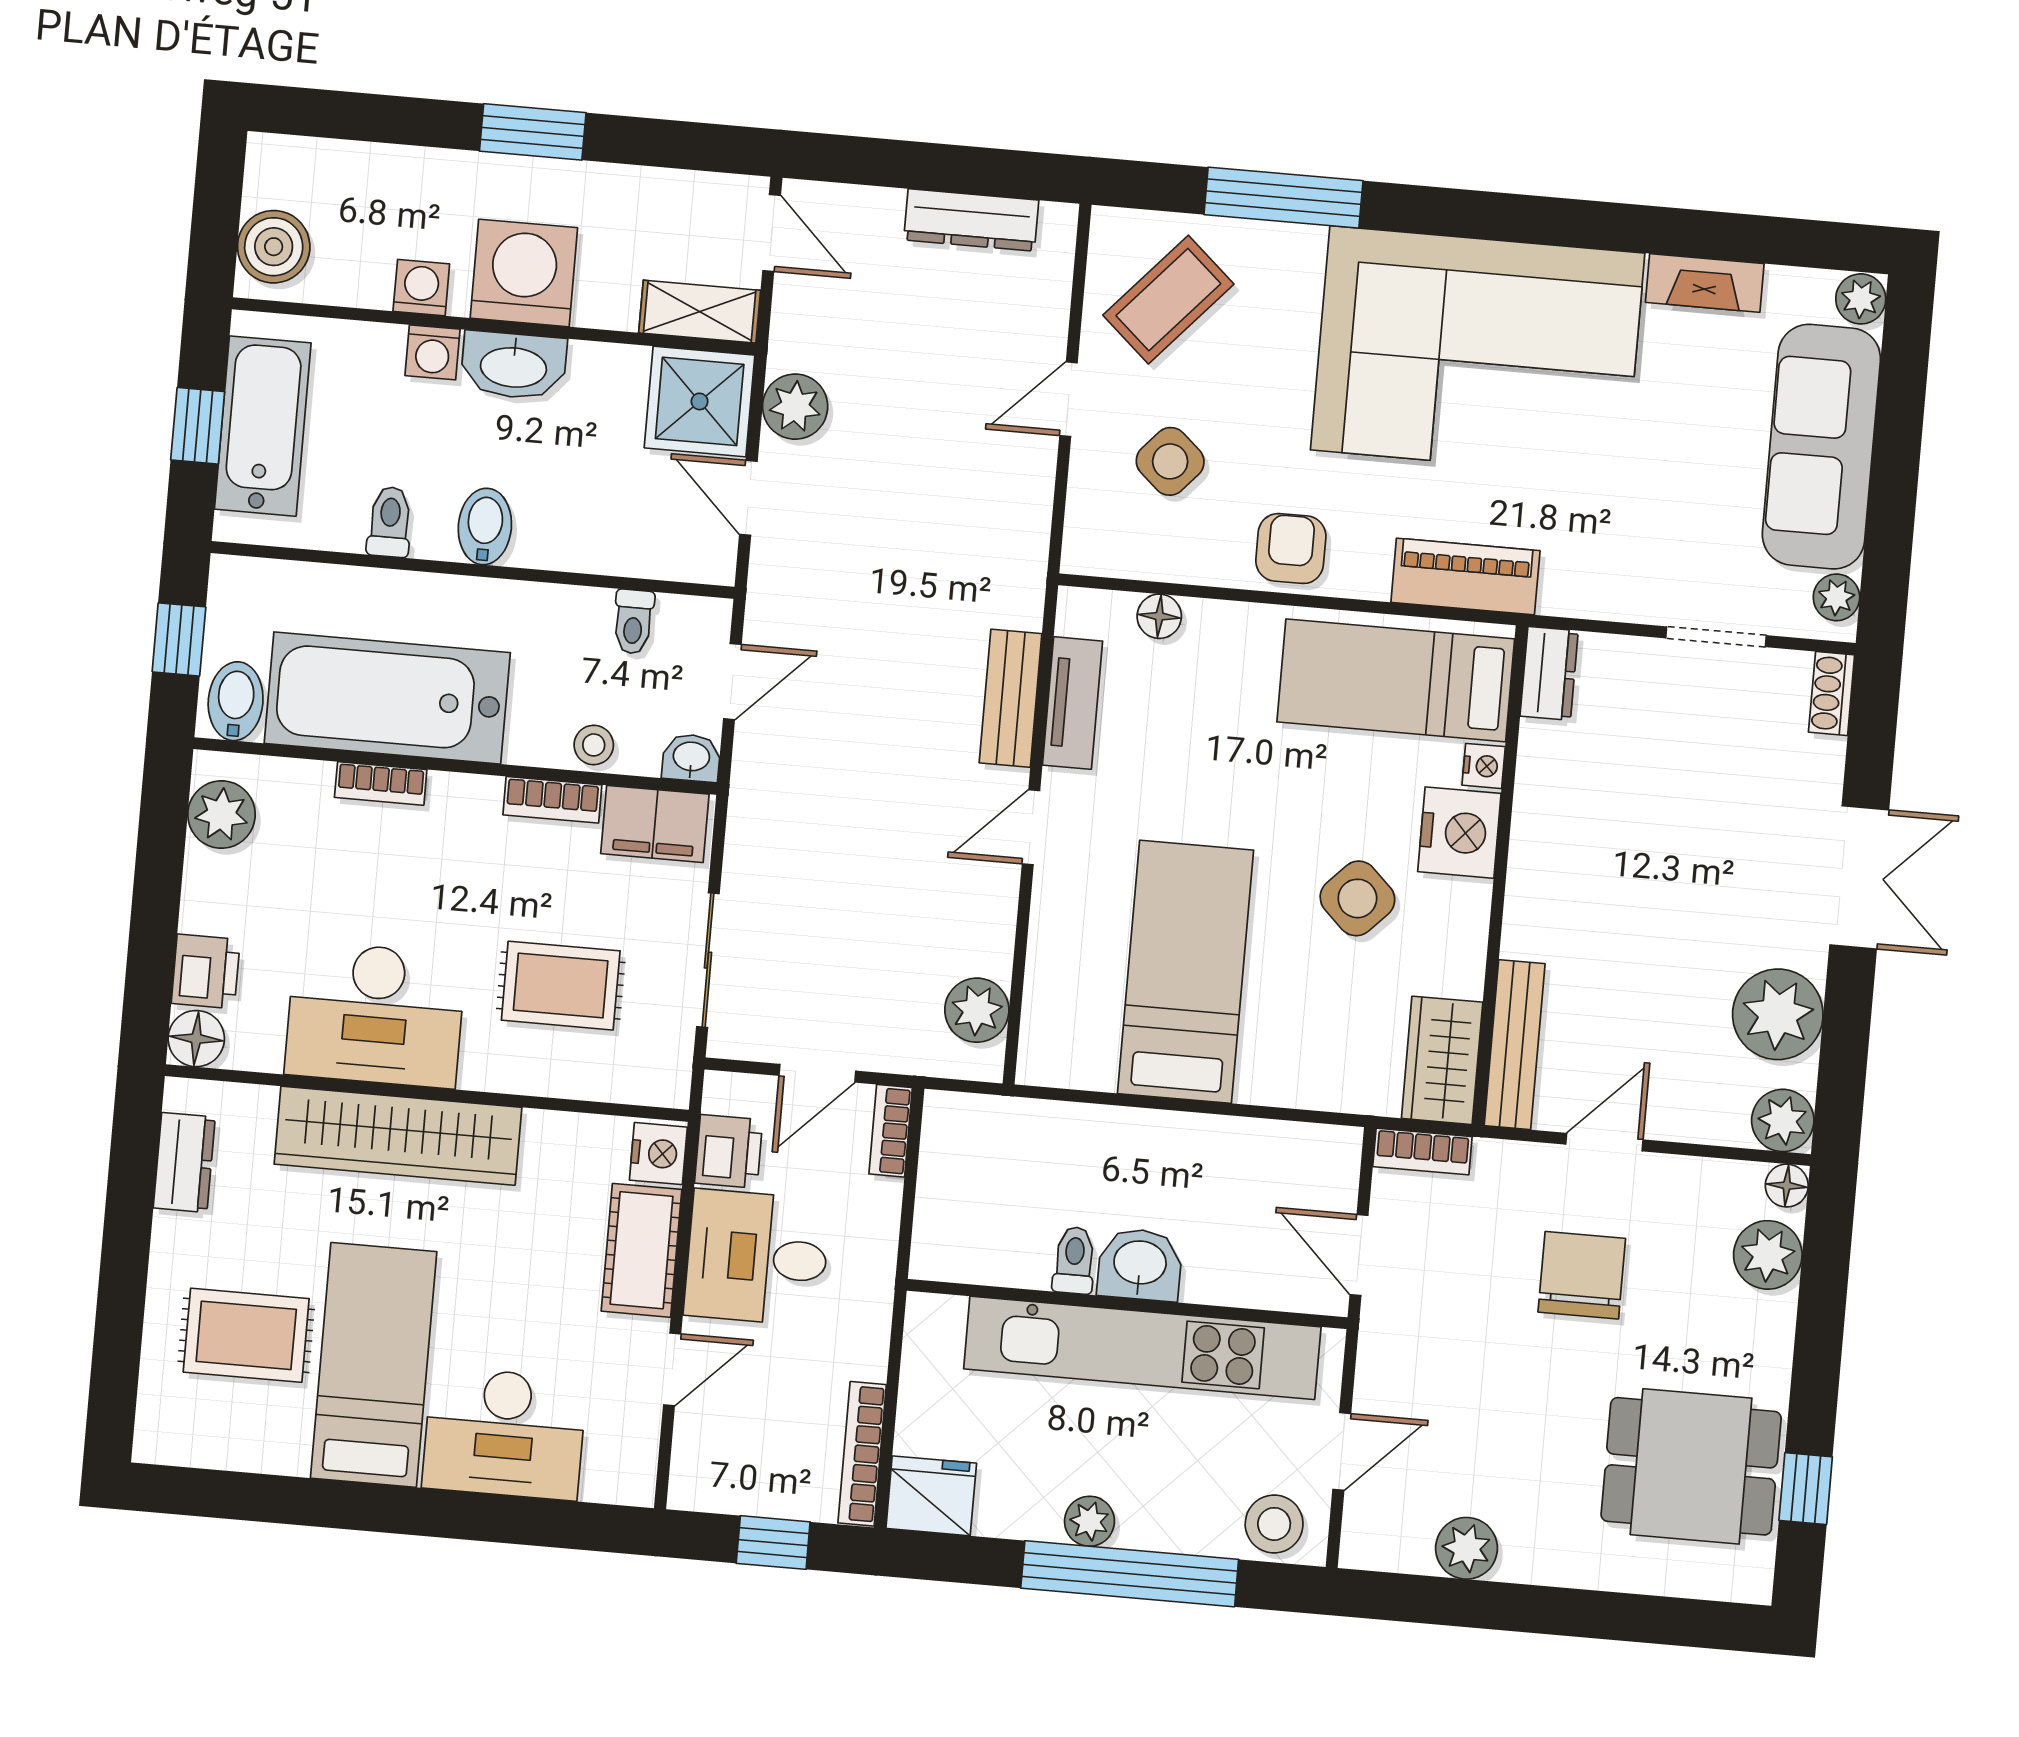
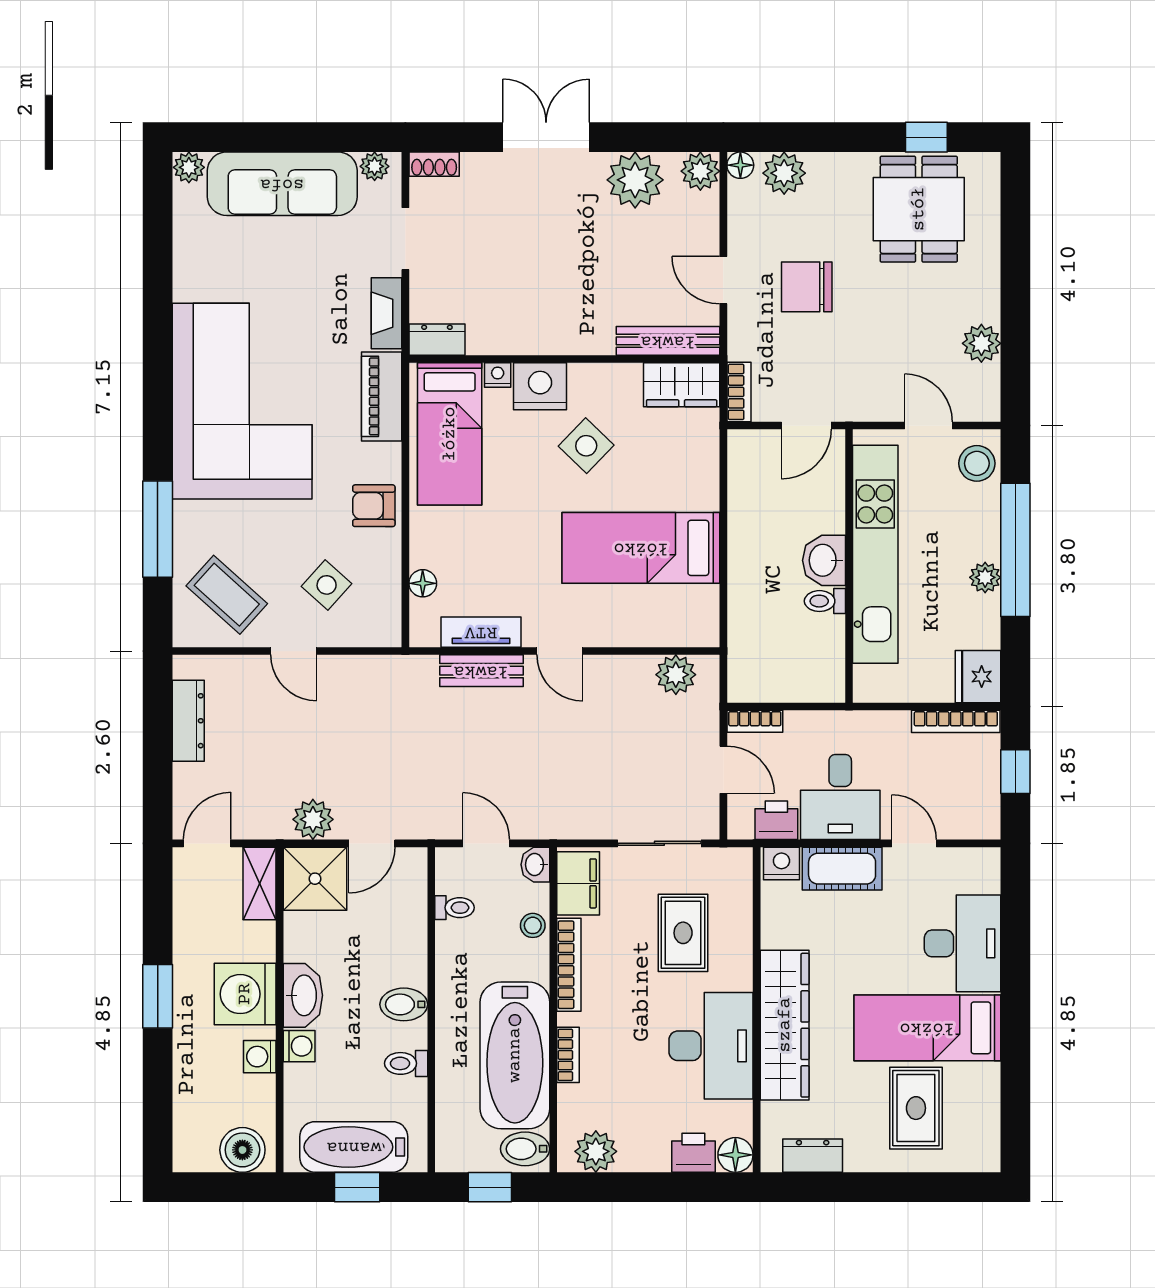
fireplace: (1705, 283) -> (386, 313), moved, turned 180
bookcase: (552, 800) -> (569, 965), width x1.56

